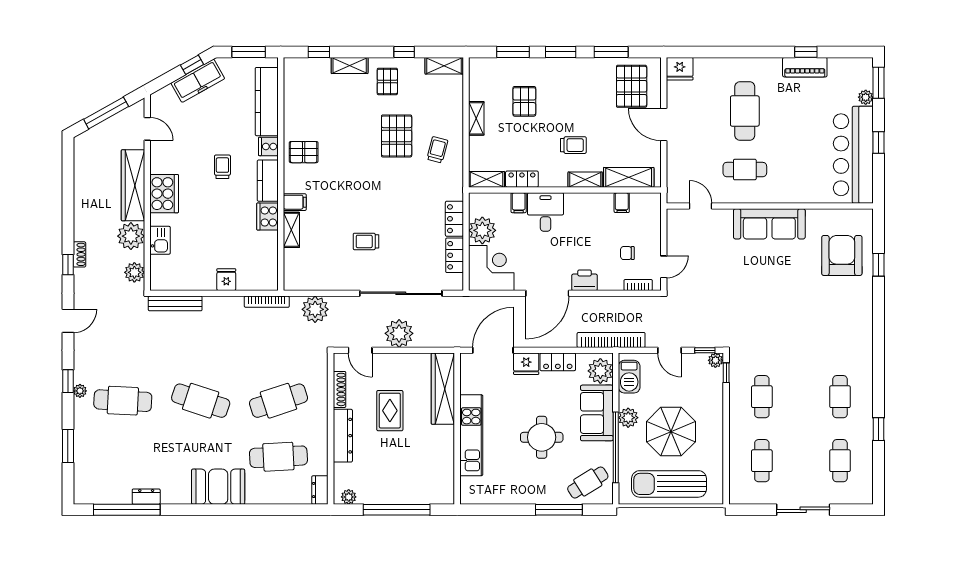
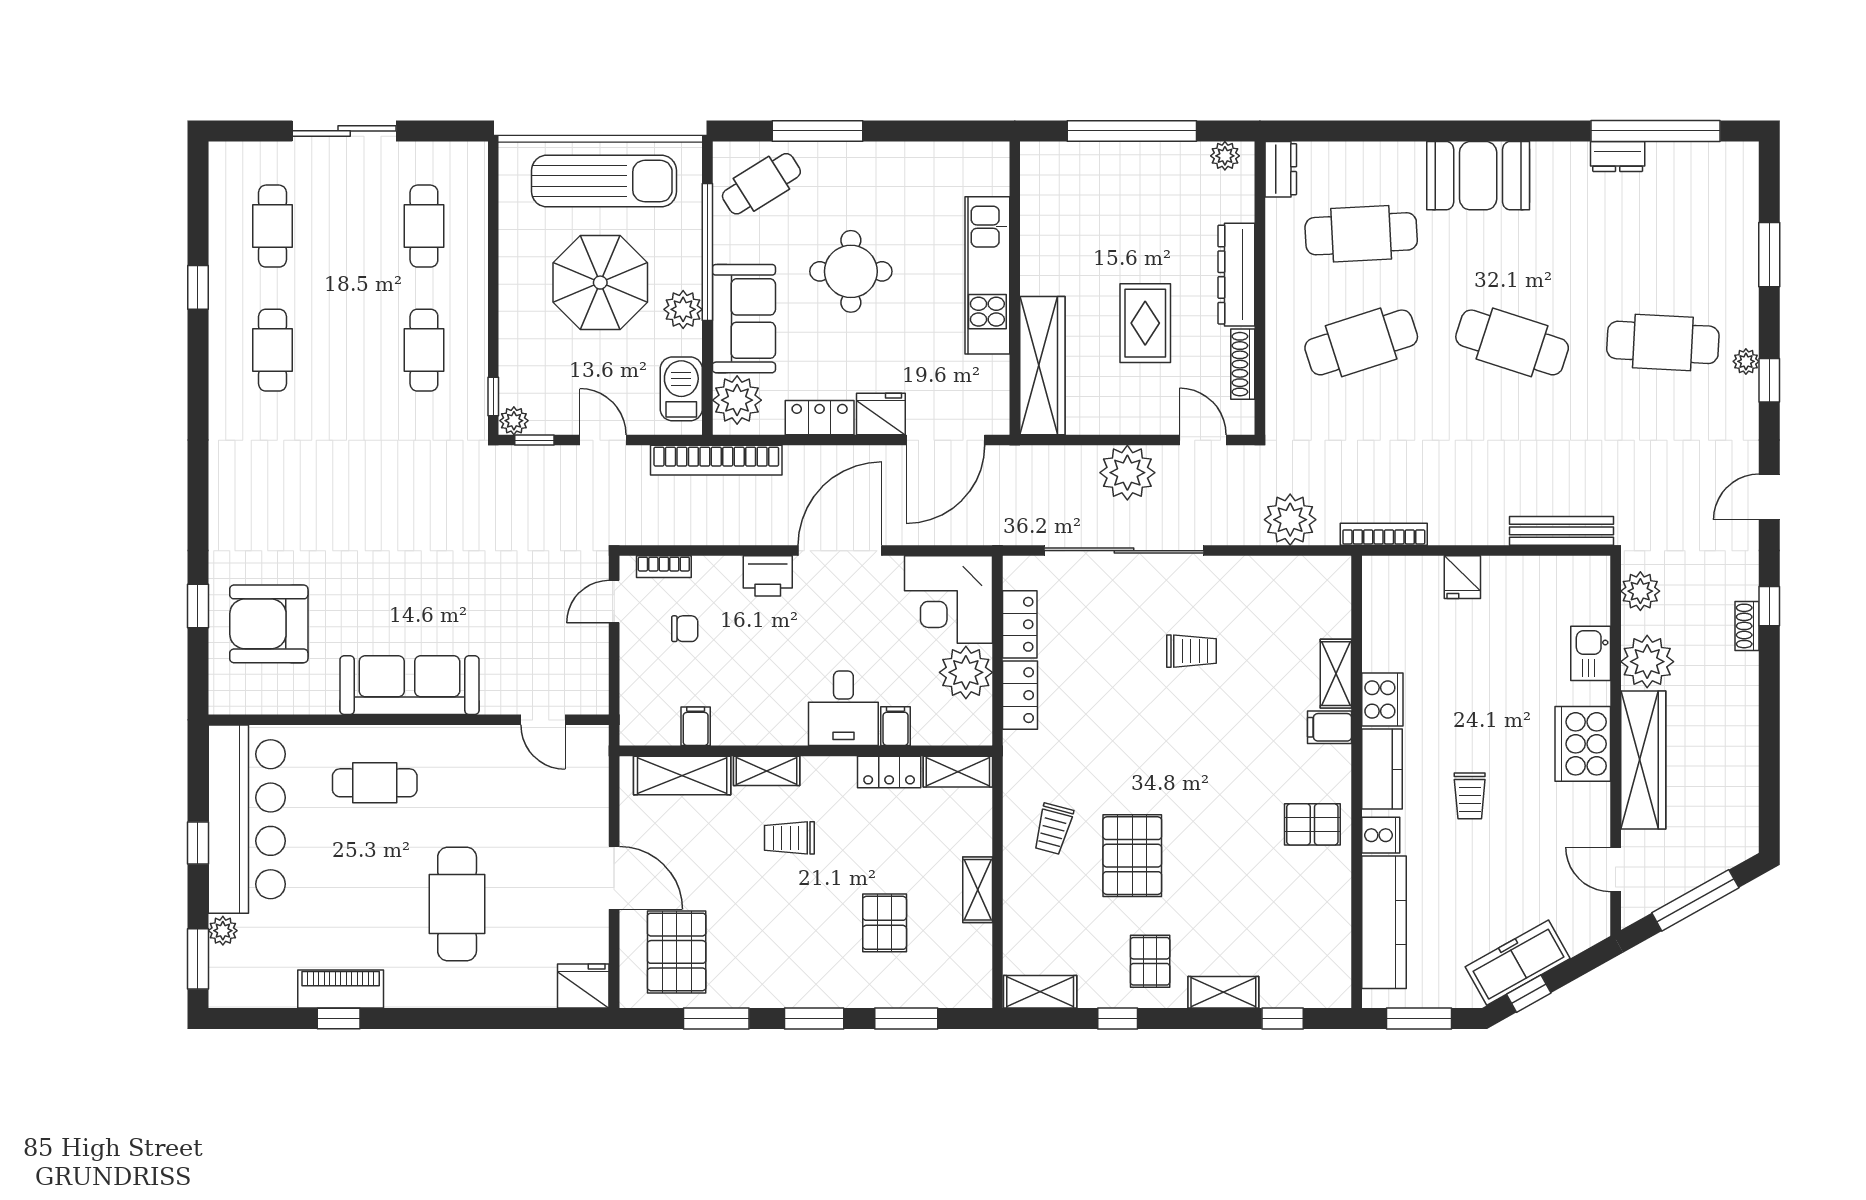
cafe table: (745, 170) -> (375, 783), moved
armchair: (842, 255) -> (269, 624), turned 90

